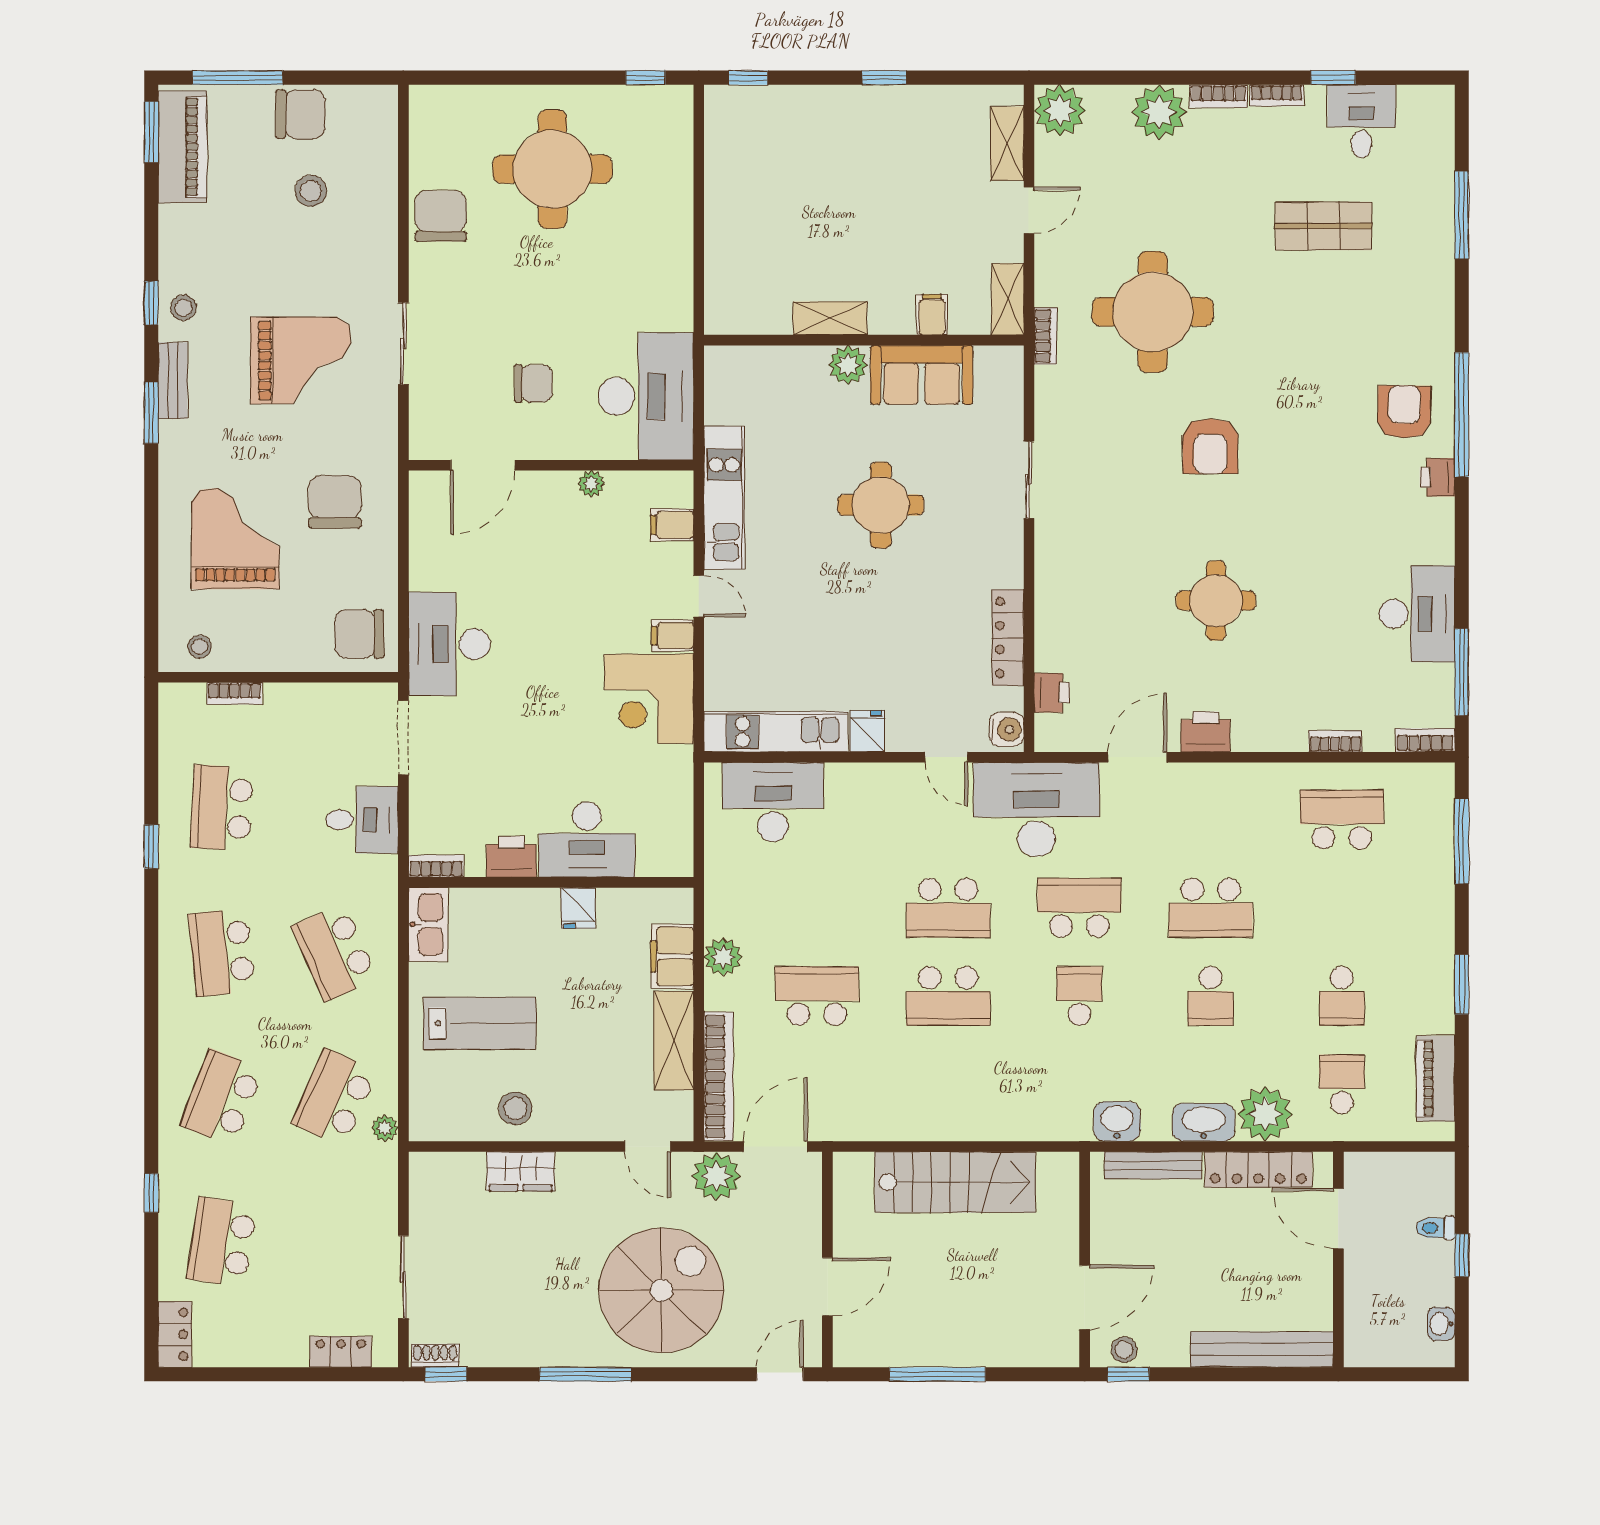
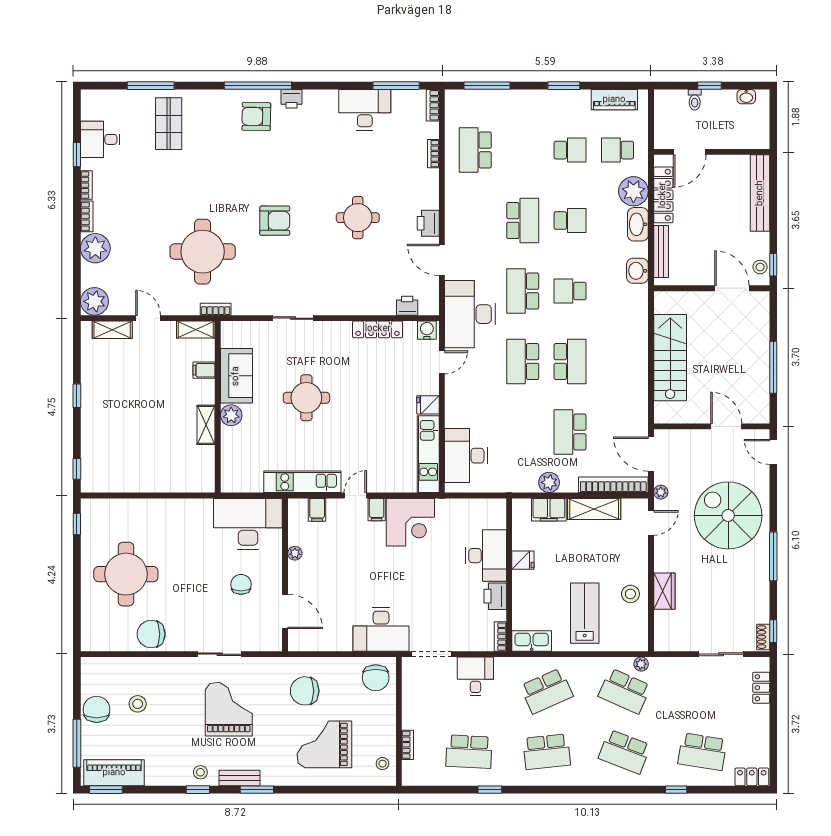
shop shelf: (1324, 226) -> (169, 124), moved
school desk: (948, 908) -> (523, 361), turned 180
plant: (716, 1176) -> (661, 492), width x0.53, depth x0.53

